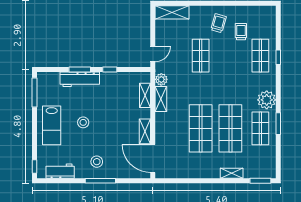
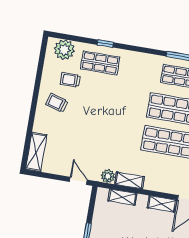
shop shelf: (201, 56) -> (89, 129), removed
plant: (267, 100) -> (64, 50), moved

